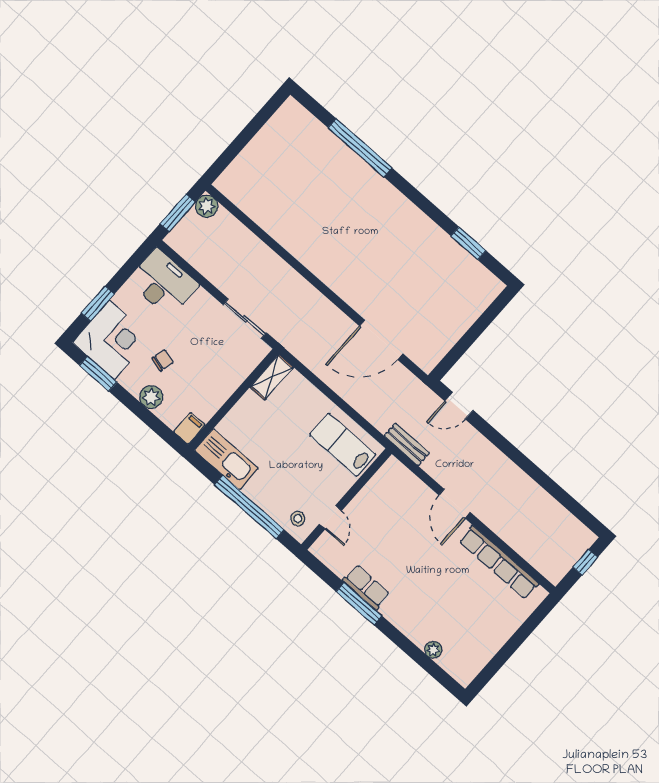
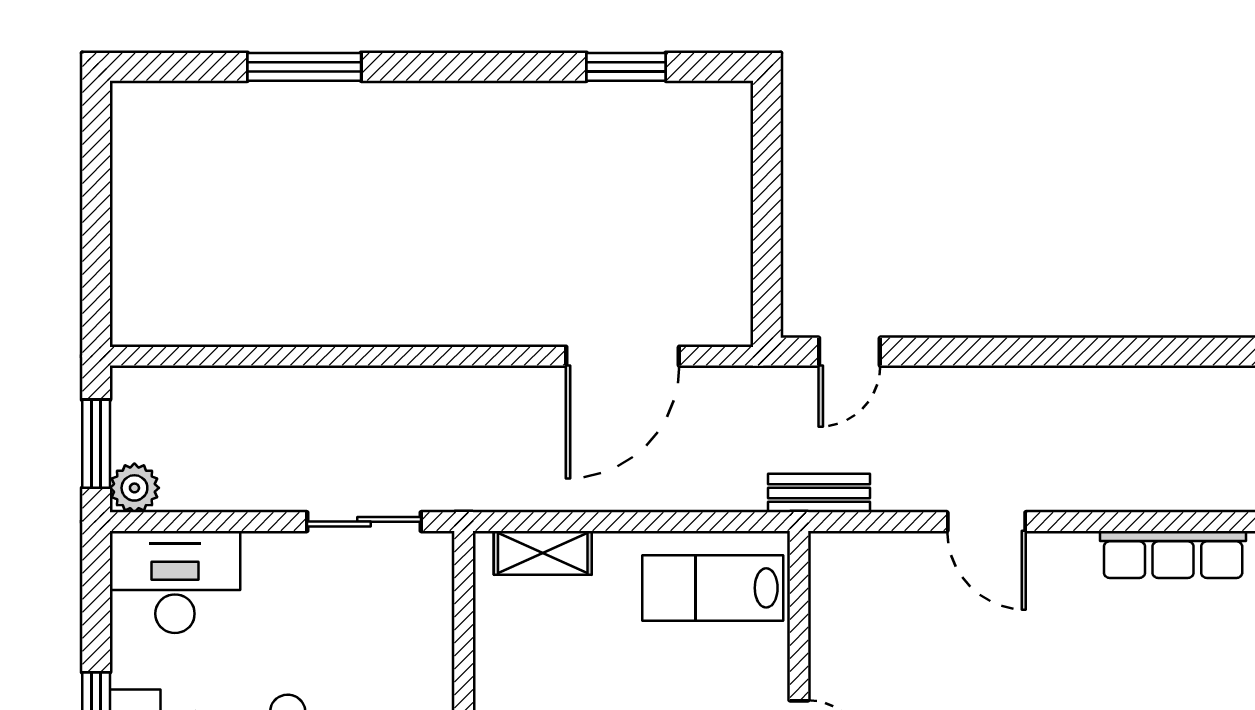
window: (360, 148) -> (304, 67), width x0.68
plant: (207, 206) -> (134, 488), moved
shelving: (272, 377) -> (543, 553), moved, turned 90
row of seats: (499, 562) -> (1173, 554), width x0.73

